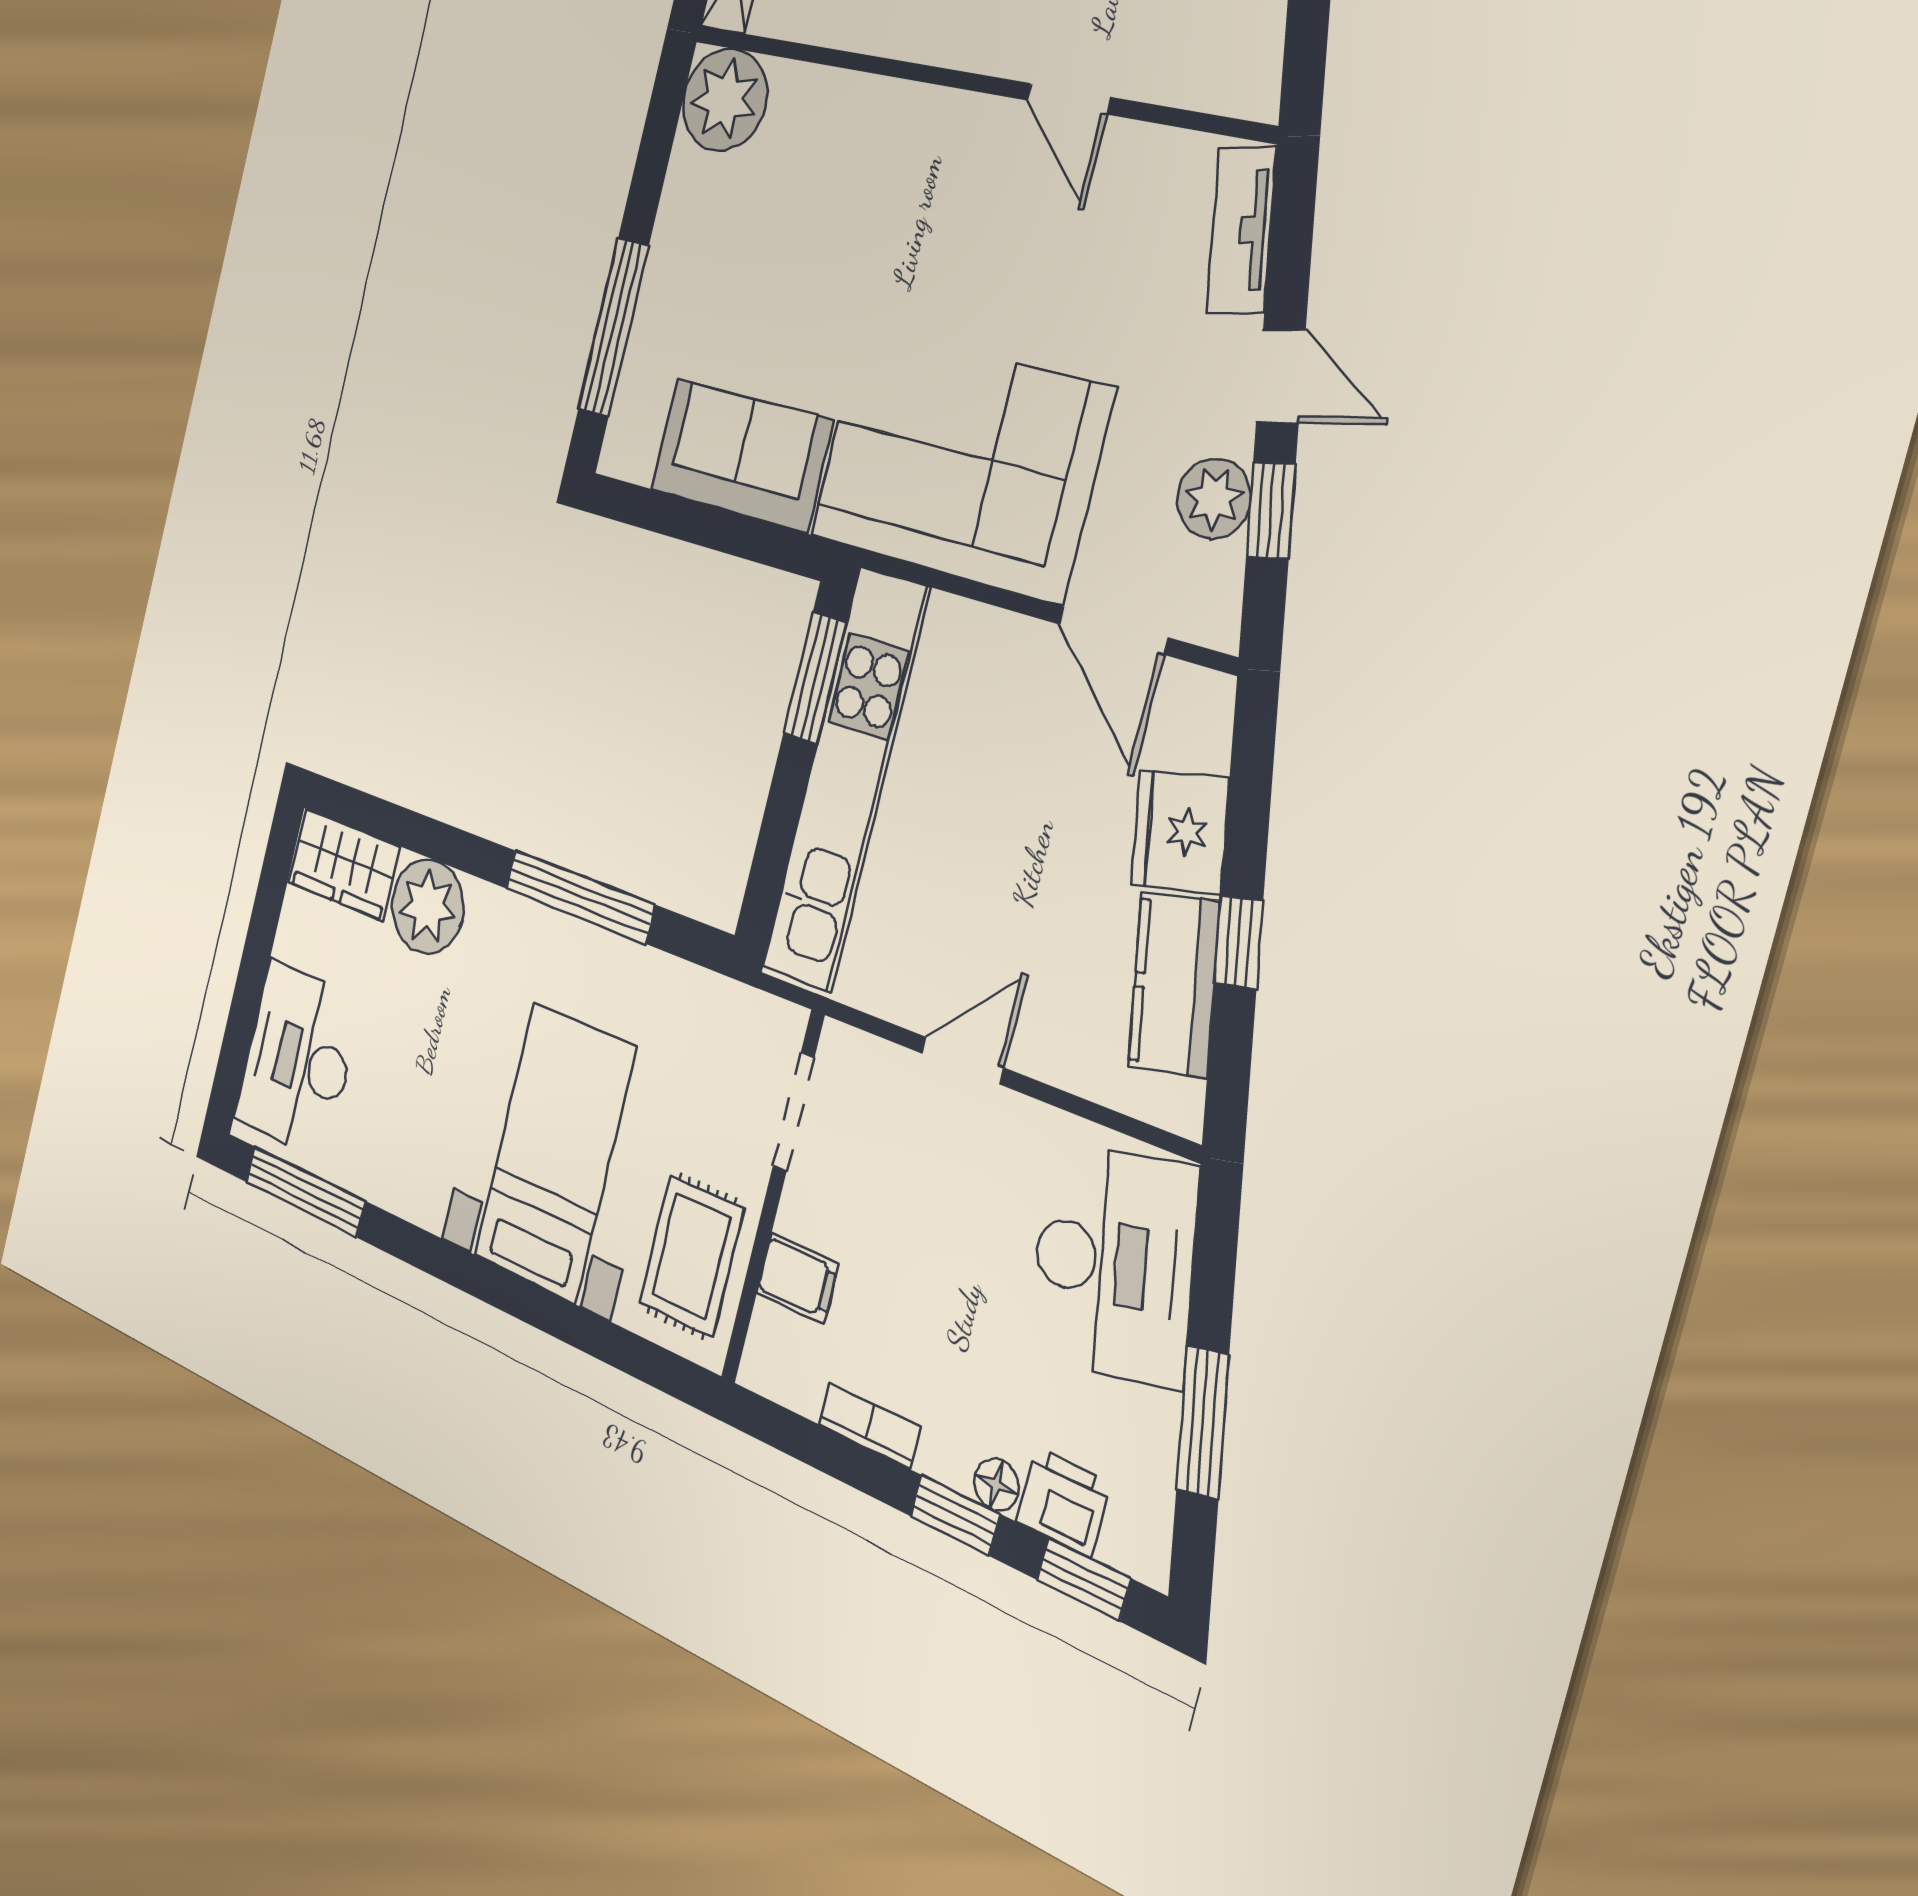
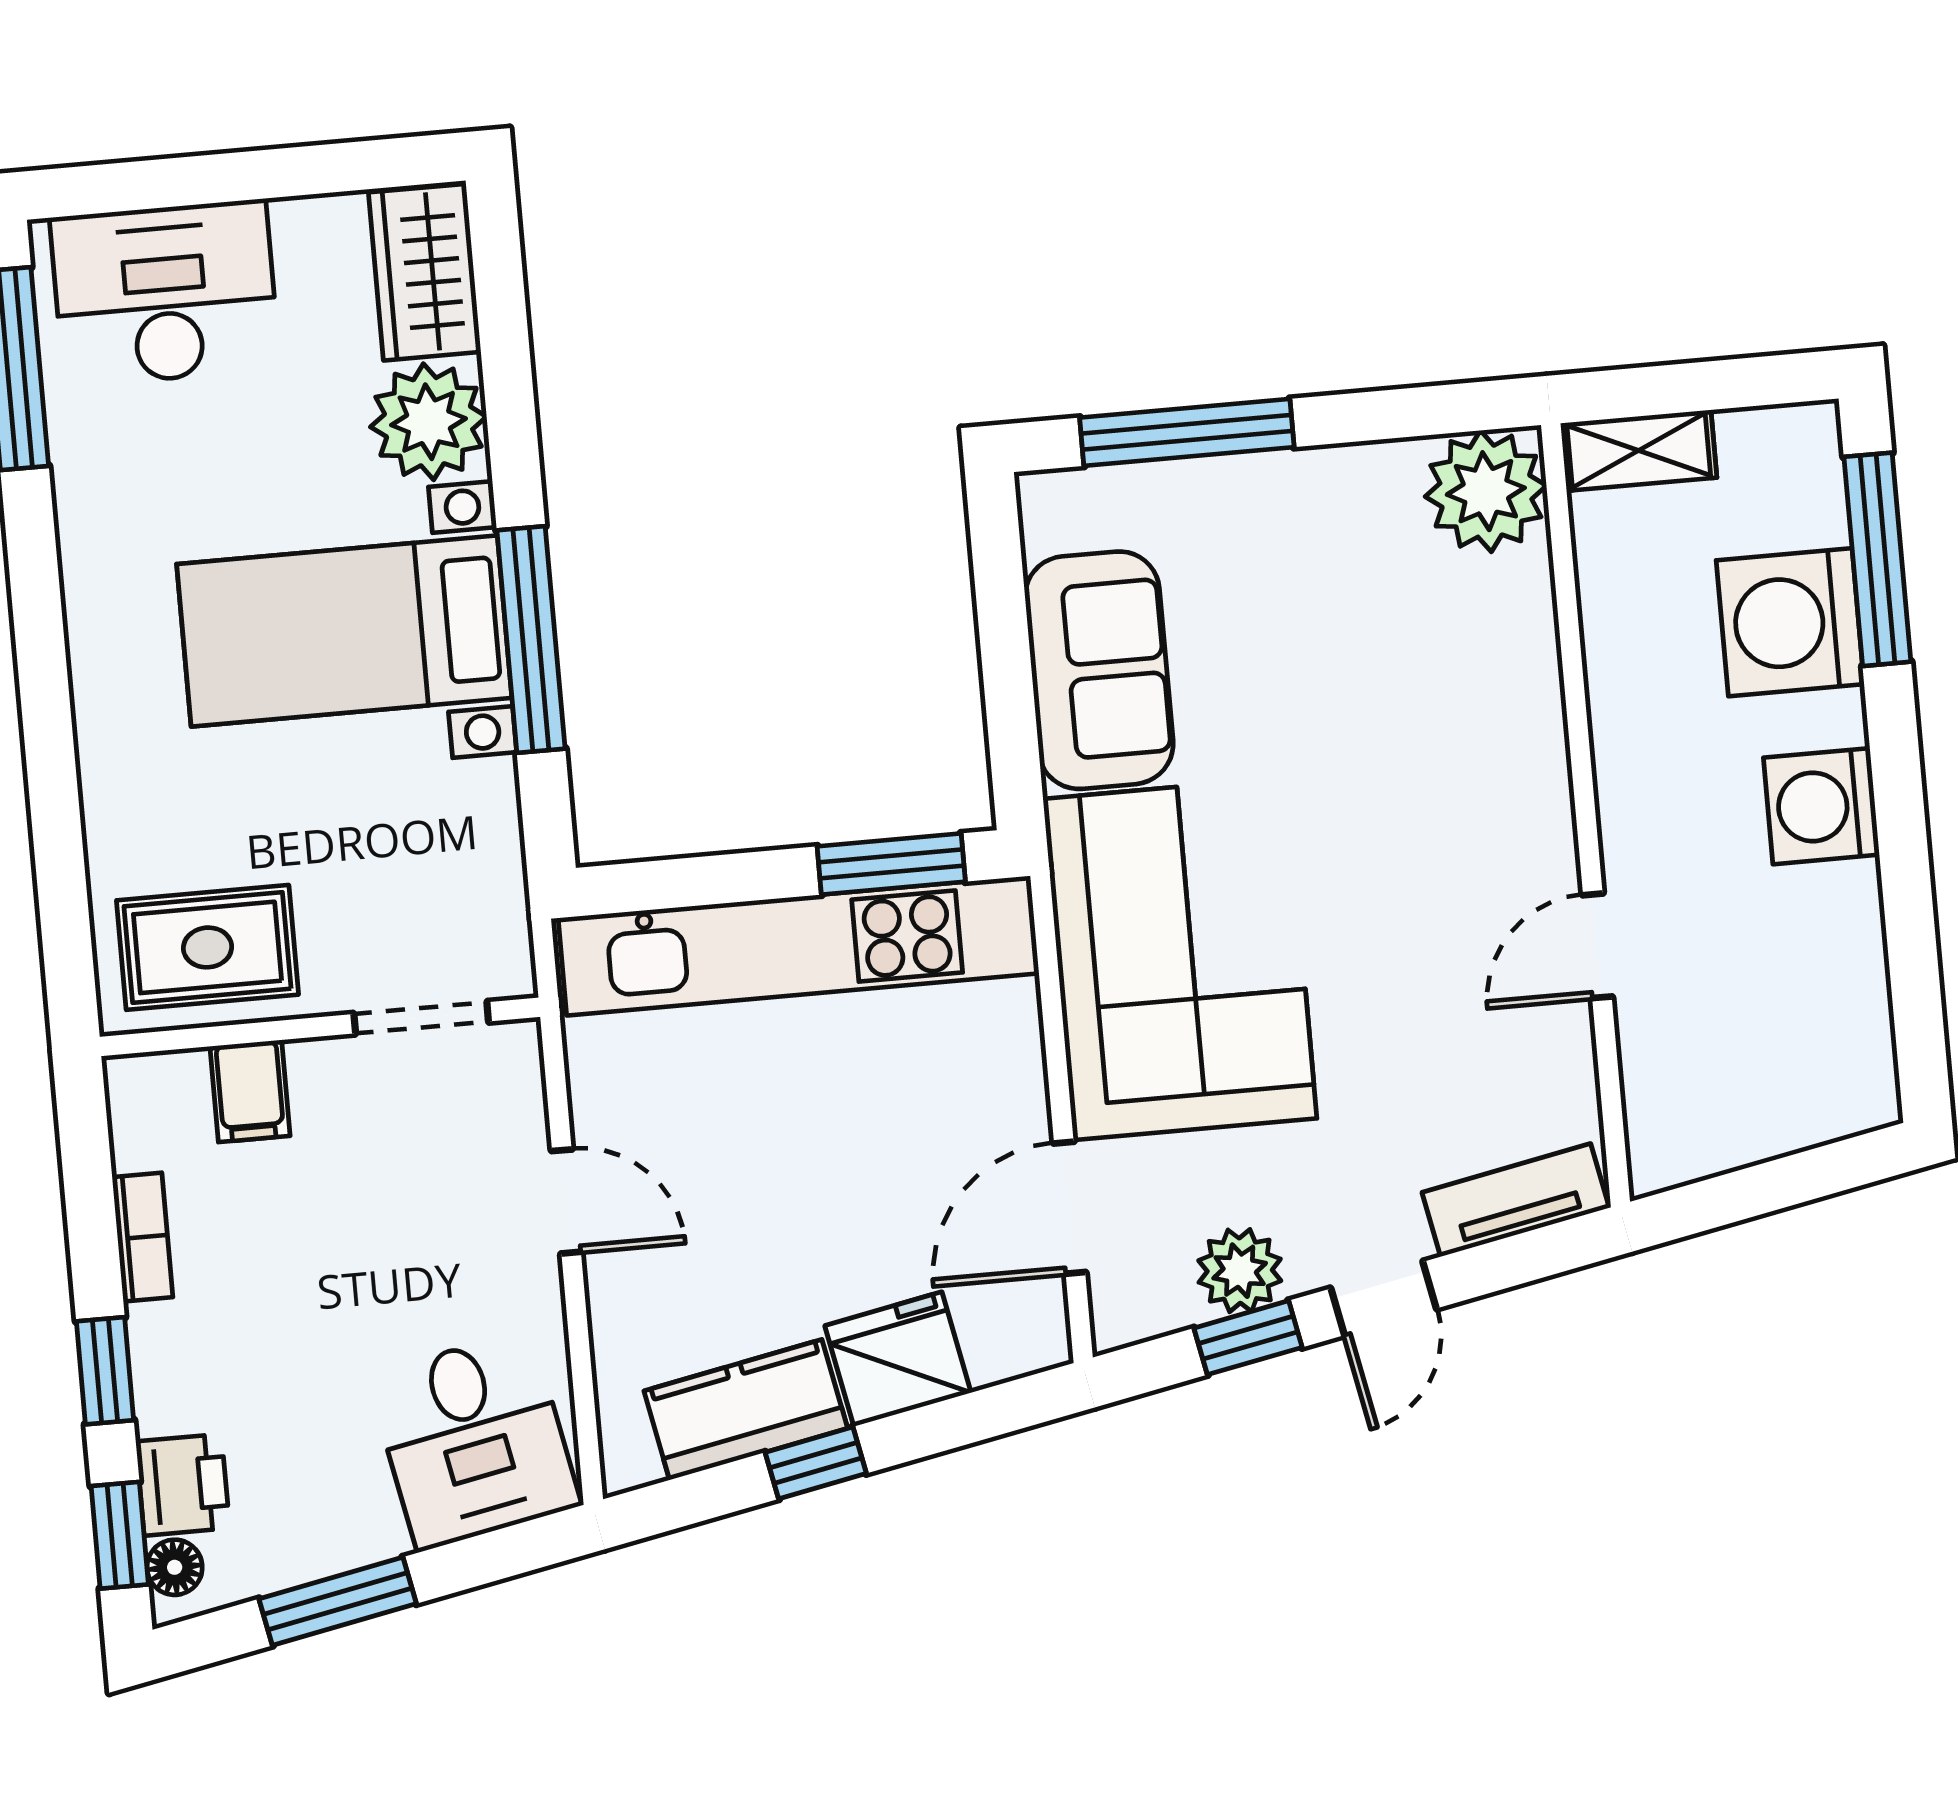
bed with nightstands: (555, 1152) -> (344, 631), moved, turned 180
desk: (1113, 1264) -> (474, 1440), width x0.73
floor lamp: (996, 1485) -> (175, 1567), moved

